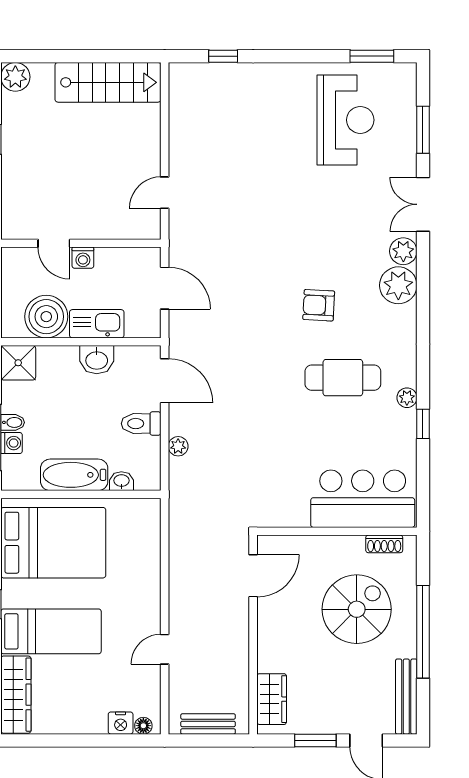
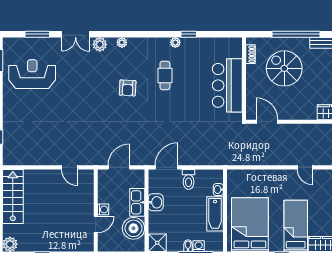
plant: (398, 285) -> (122, 42), width x0.53, depth x0.53
cafe table: (343, 378) -> (165, 76), width x0.73, depth x0.74
plant: (178, 446) -> (200, 160), removed
bar counter: (363, 499) -> (227, 85), moved

